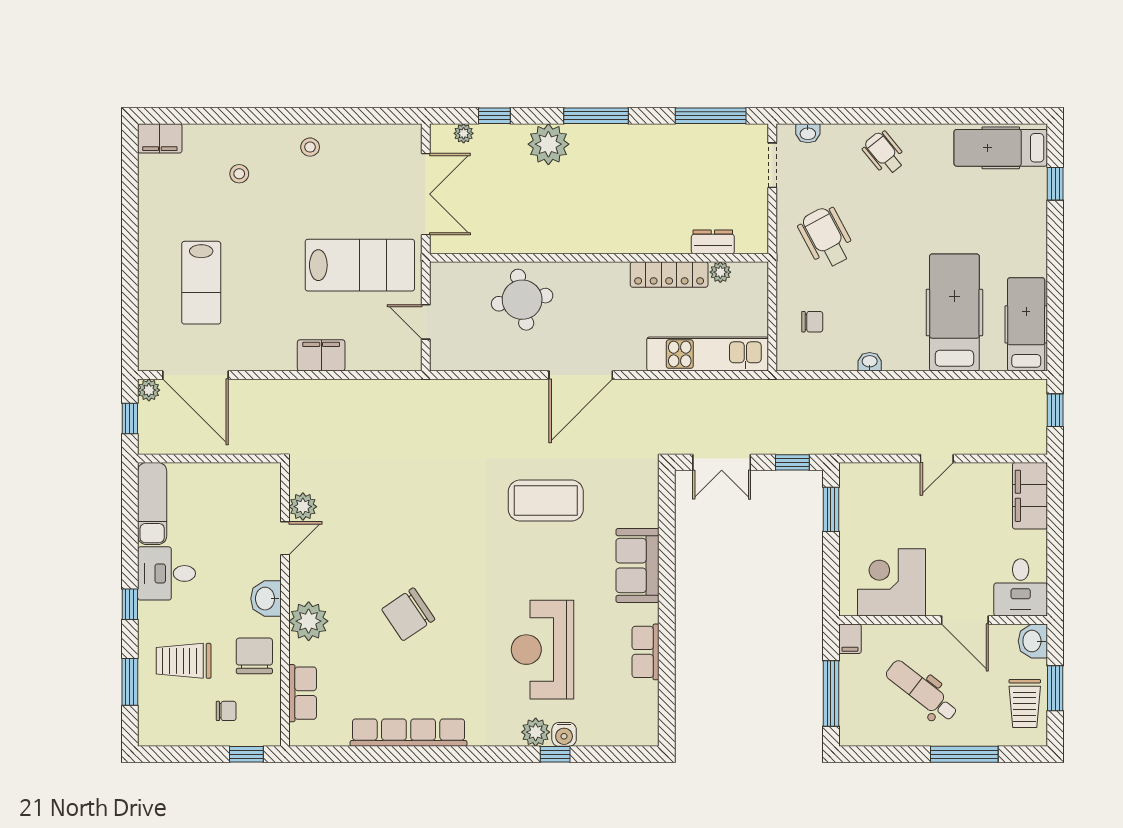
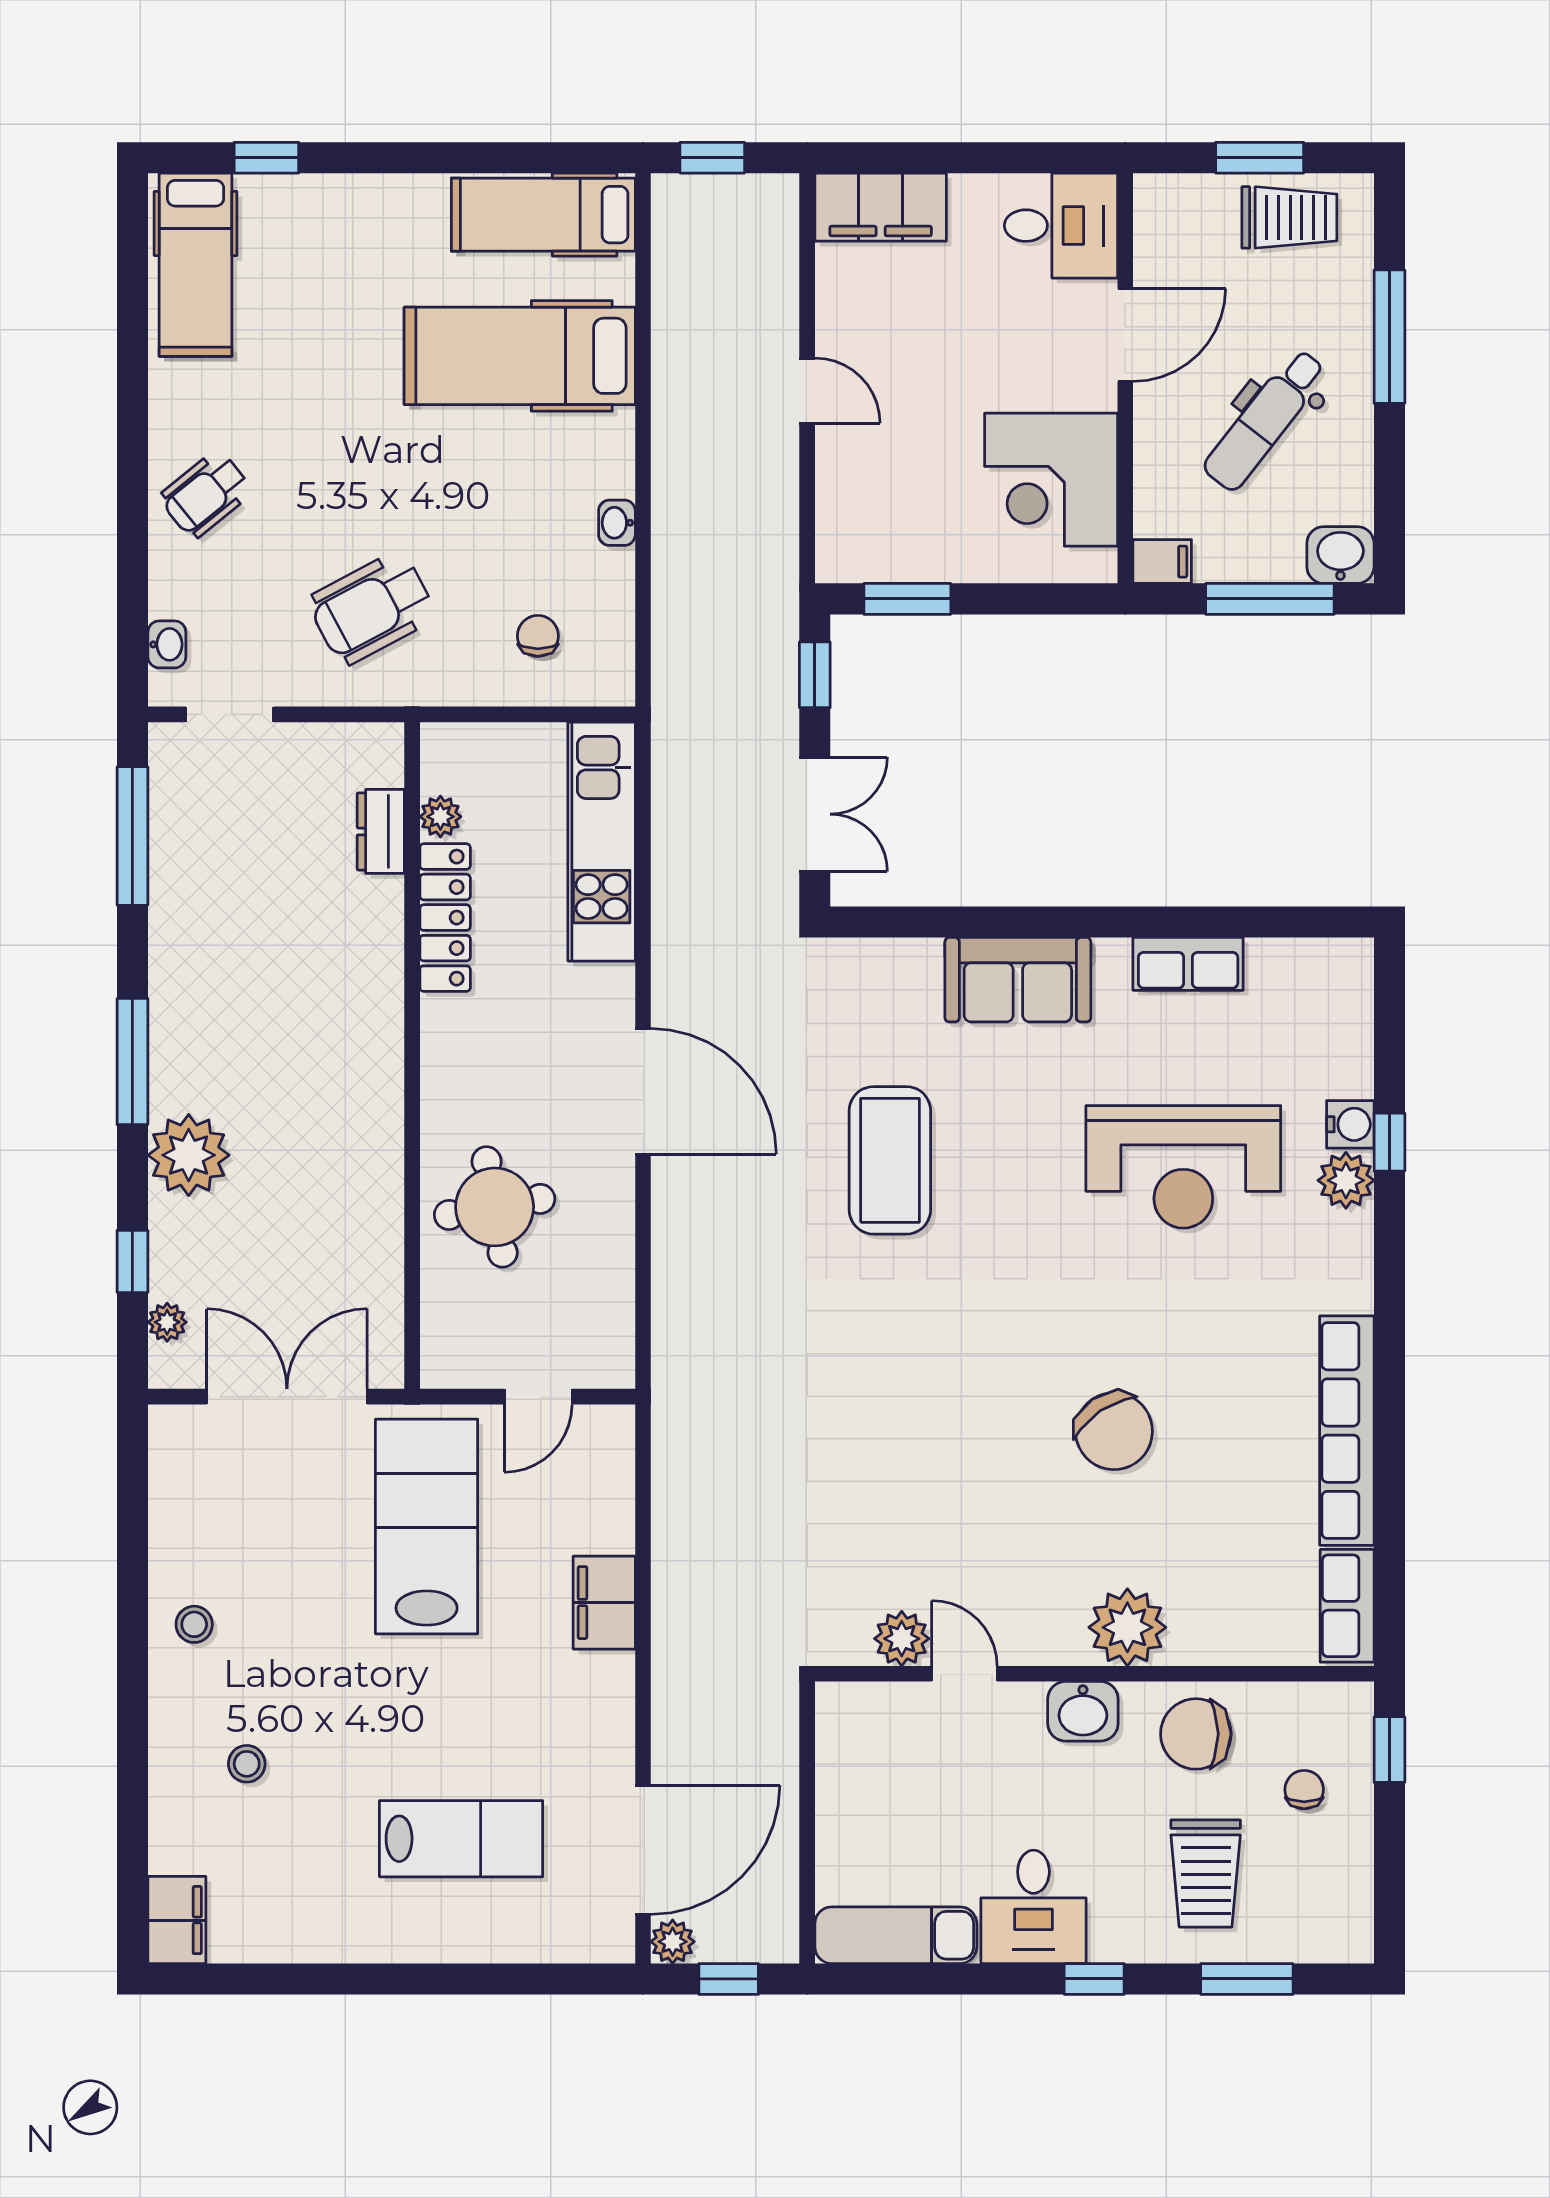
washbasin: (1033, 641) -> (1340, 555), moved, turned 180
row of seats: (303, 693) -> (1347, 1606), moved, turned -90

